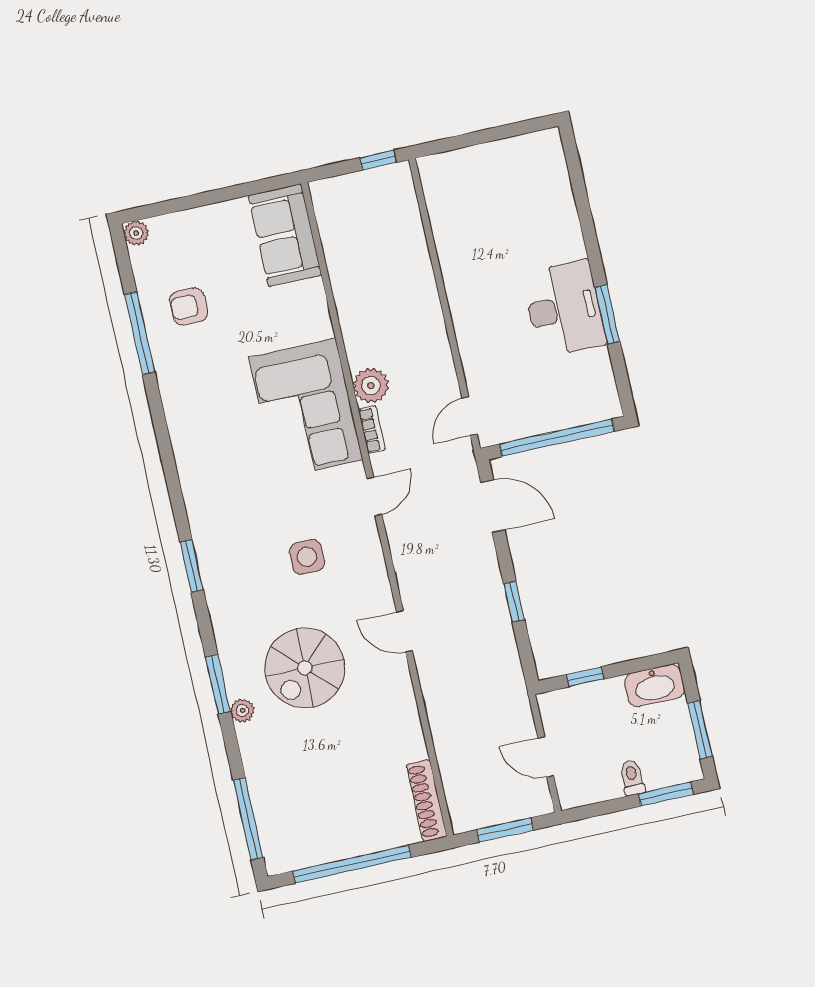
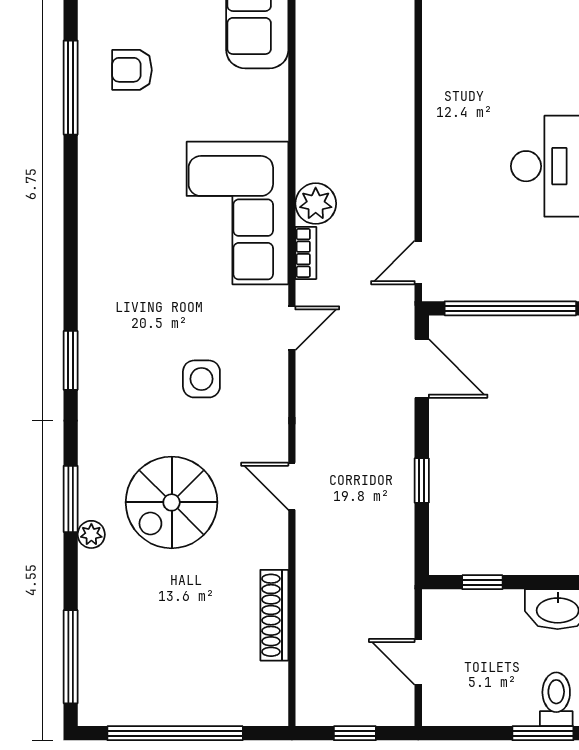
toilet: (632, 778) -> (556, 699), moved, width x1.37, depth x1.39
shoe rack: (427, 801) -> (274, 615), moved
window: (505, 830) -> (355, 733), width x0.67

